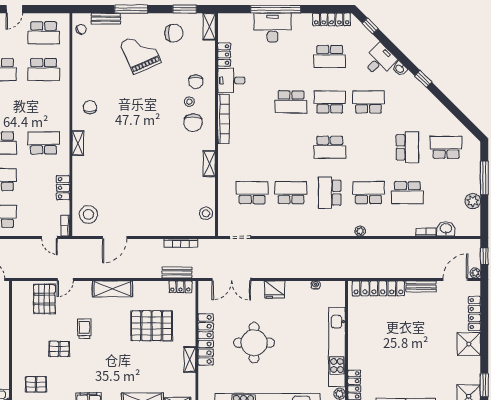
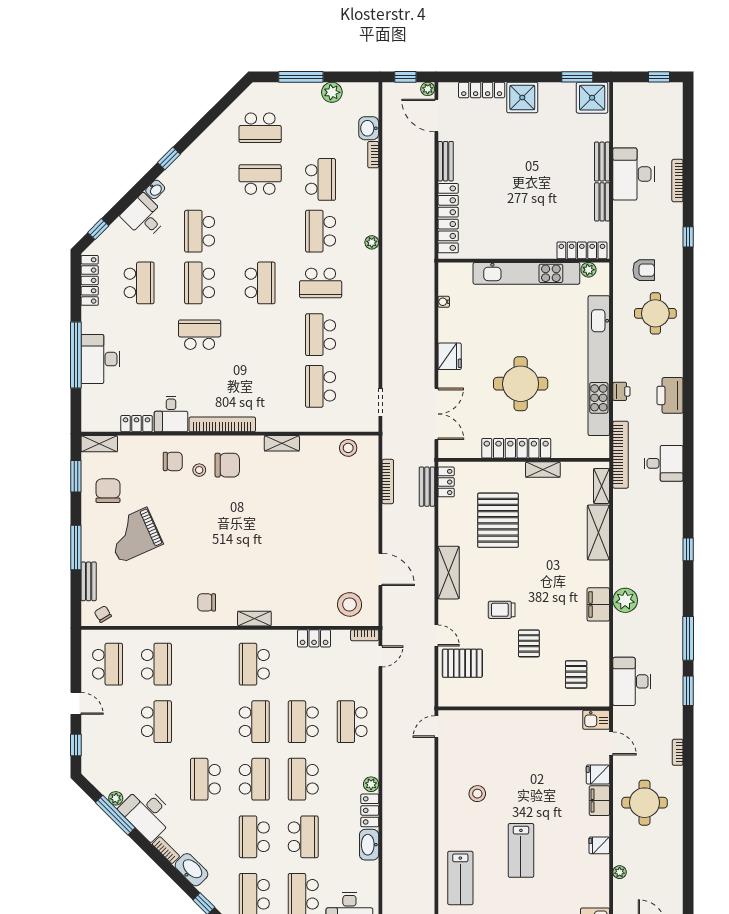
school desk: (291, 102) -> (200, 335), turned -90
school desk: (446, 147) -> (260, 128), turned -90

